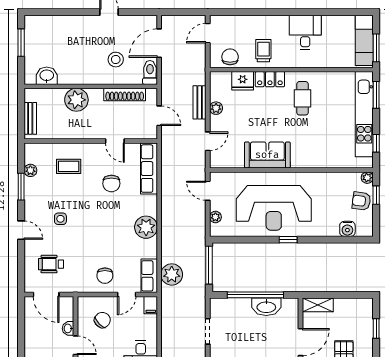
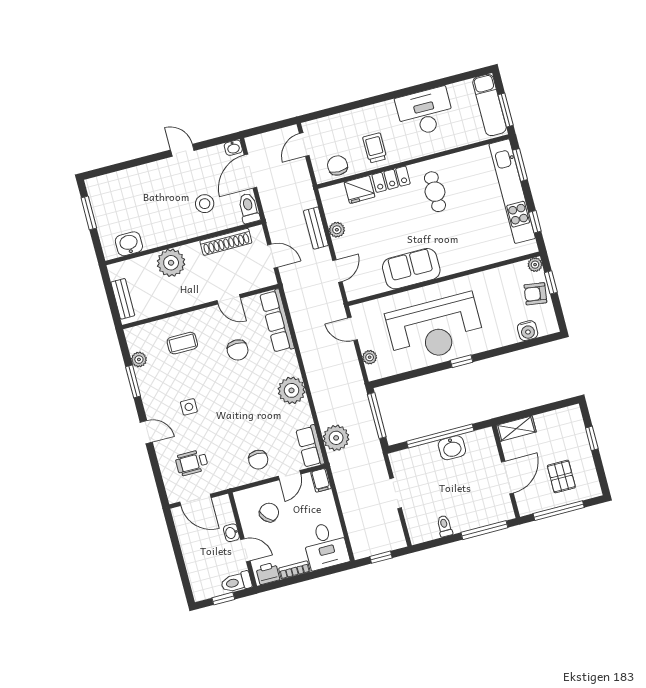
washbasin: (150, 21) -> (233, 148), added
desk: (305, 32) -> (425, 112), width x1.37
washbasin: (266, 307) -> (452, 448), width x0.72

